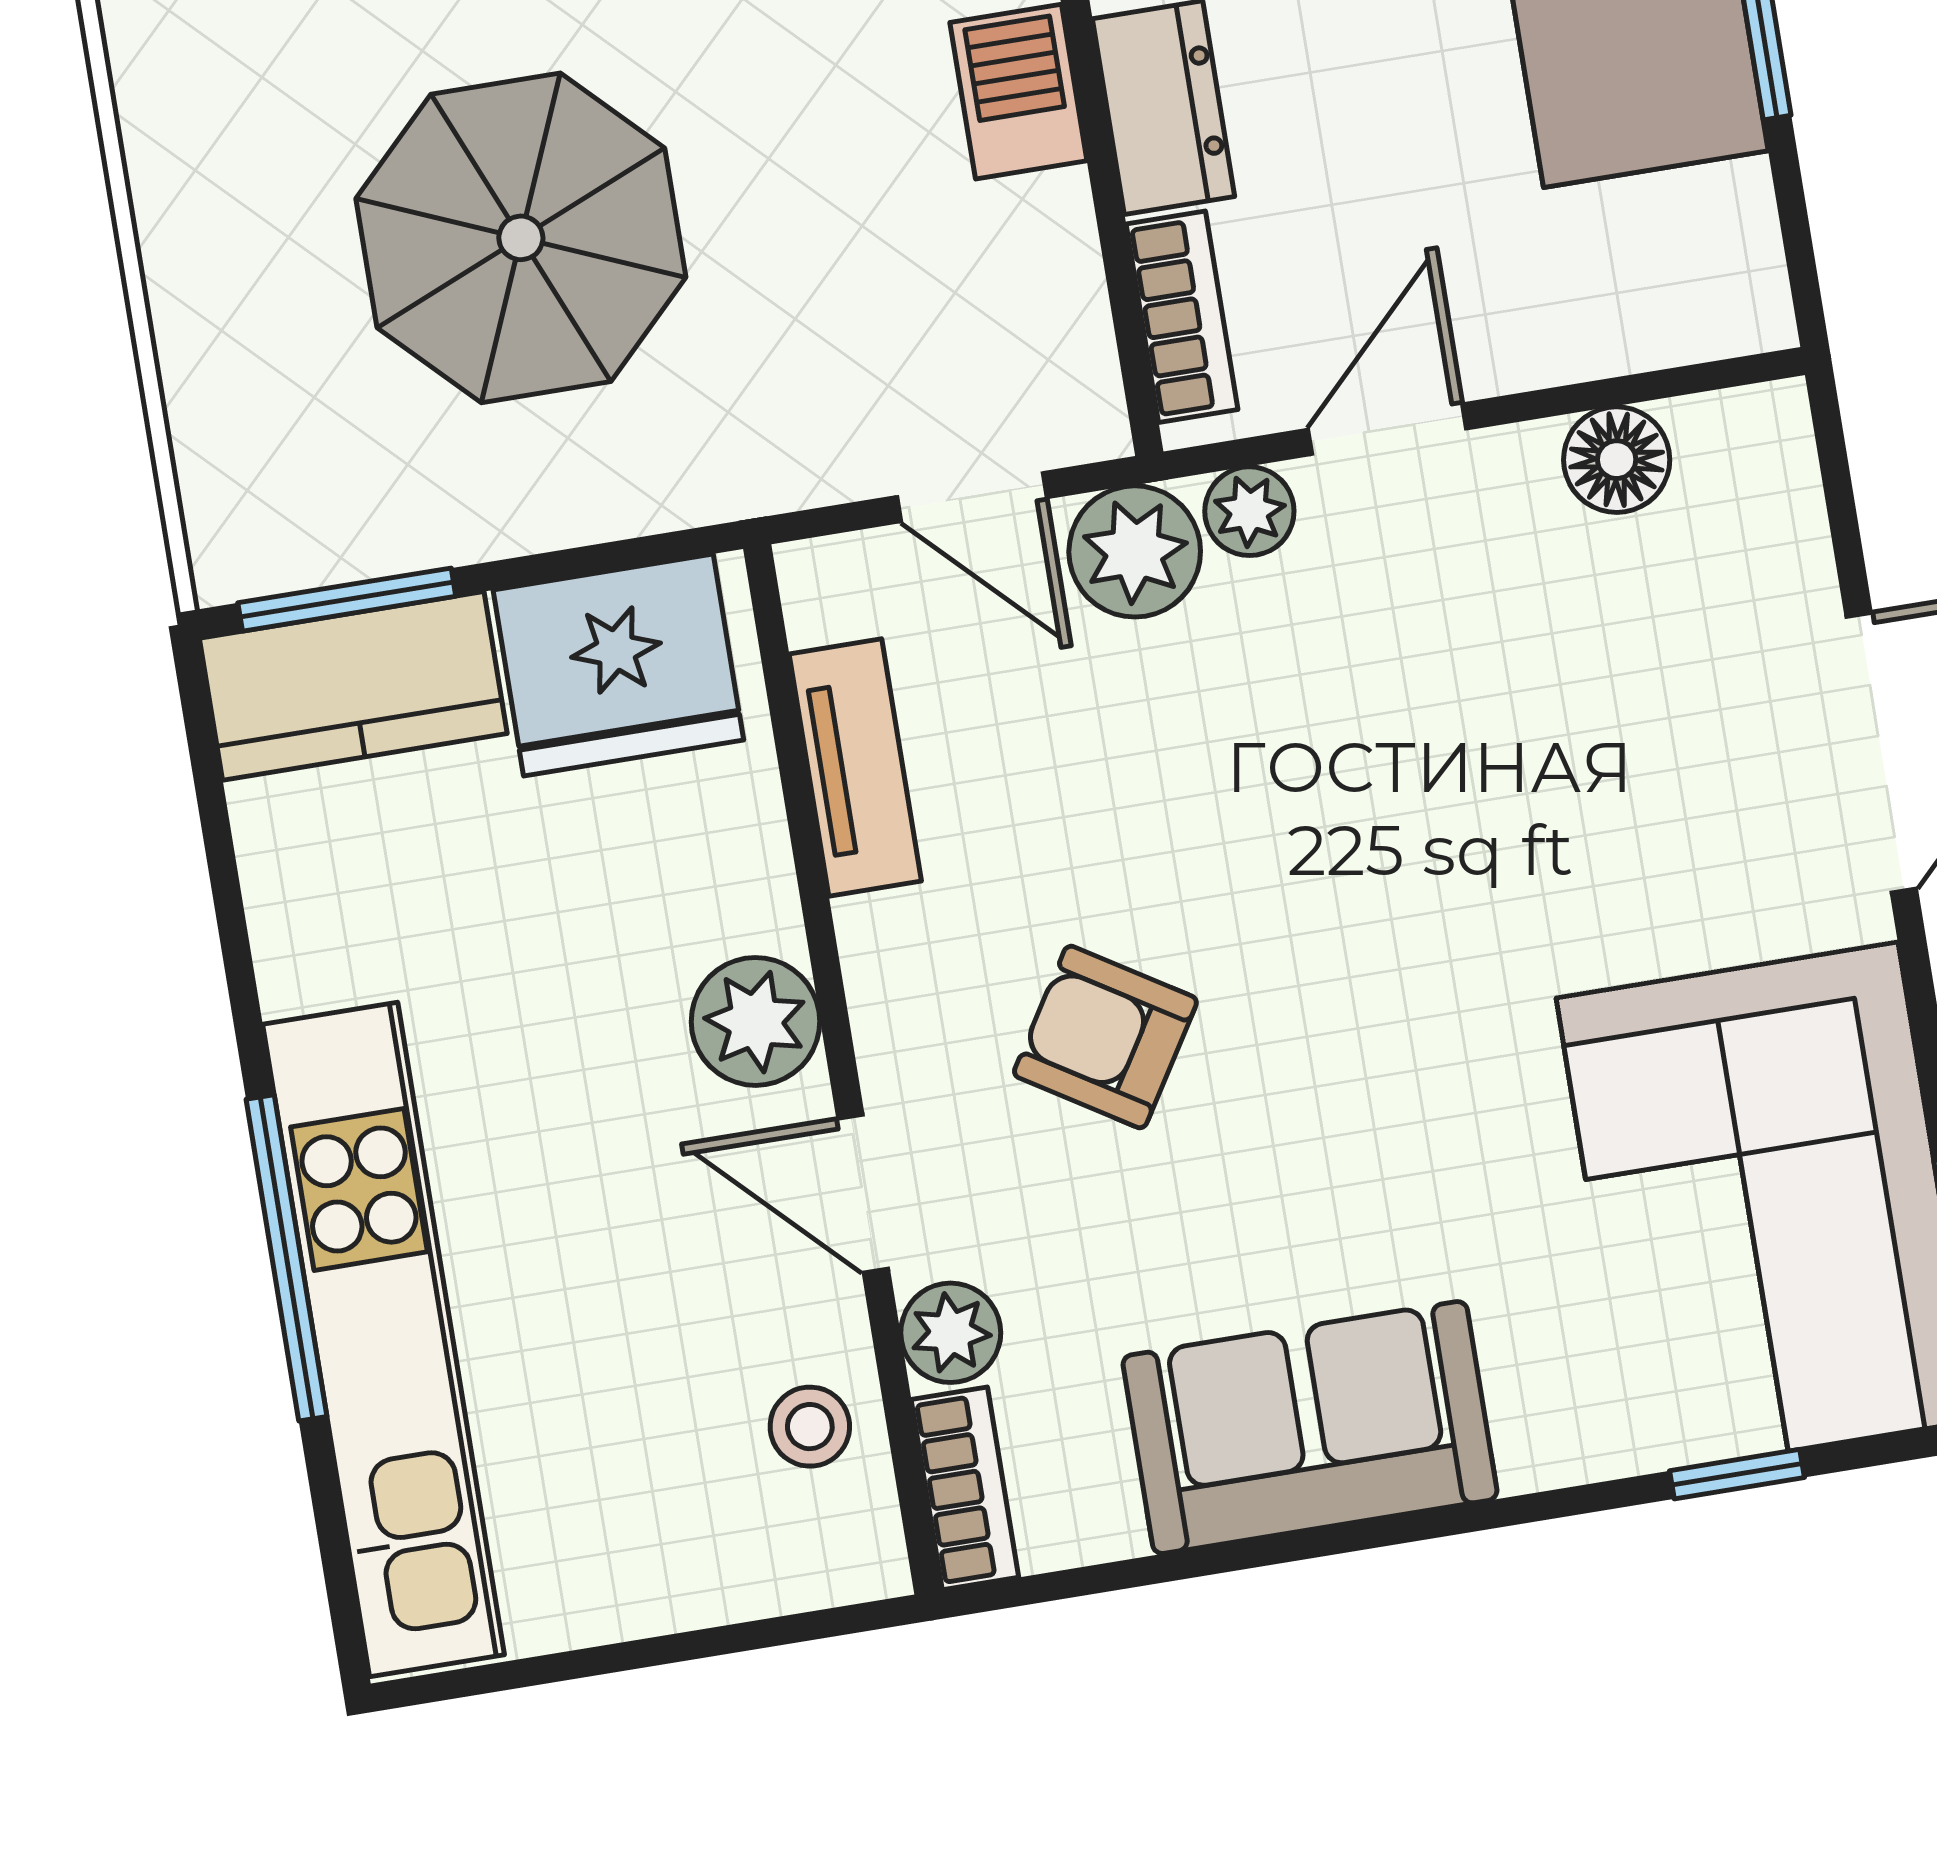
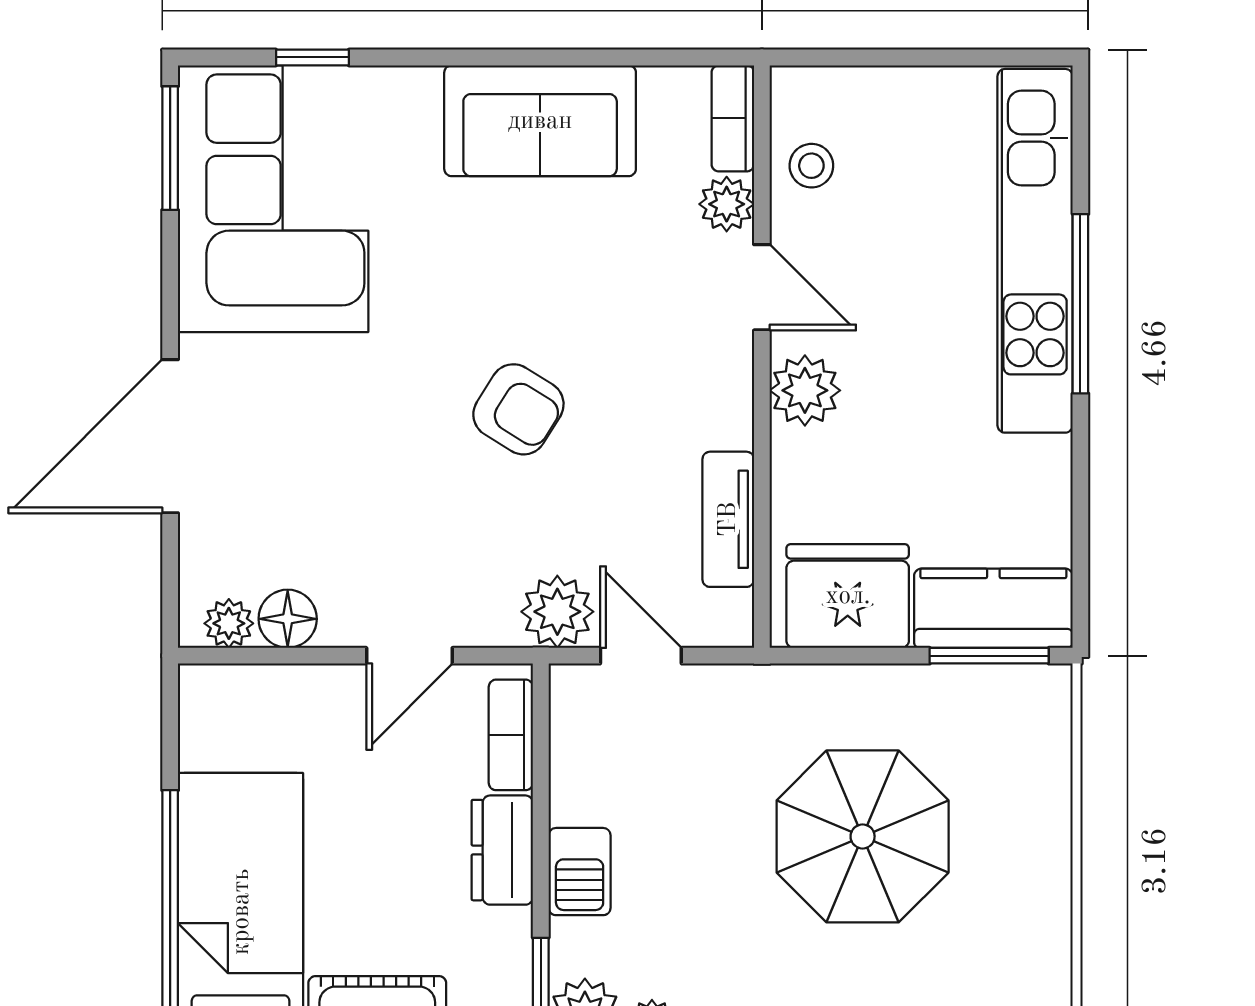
plant: (1249, 511) -> (229, 623), moved
armchair: (1105, 1037) -> (518, 409), moved

